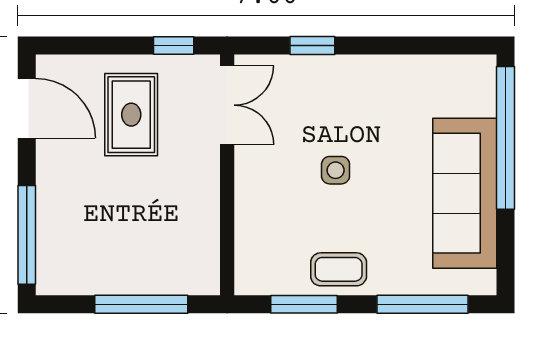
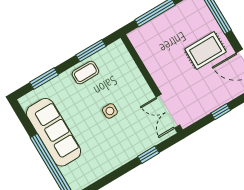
window: (174, 45) -> (221, 112), moved
rug: (131, 115) -> (205, 51), moved, turned 90
window: (423, 304) -> (44, 79), width x0.69

